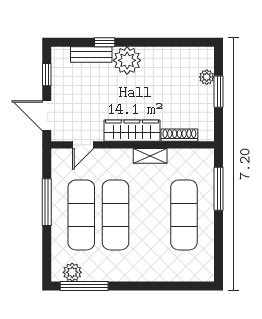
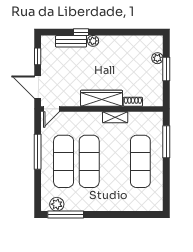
plant: (127, 60) -> (93, 41), width x0.53, depth x0.53
shoe rack: (179, 135) -> (133, 102), width x0.70
door: (83, 145) -> (52, 109), moved

